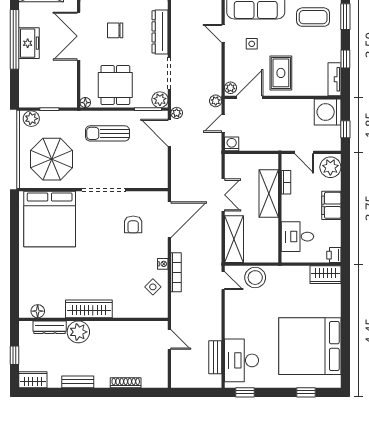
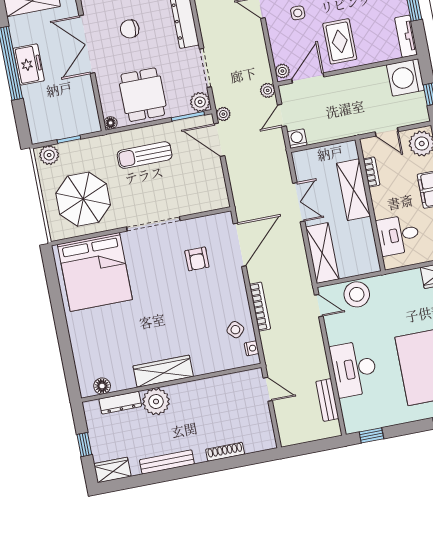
nightstand: (163, 264) -> (252, 348), moved
desk: (242, 360) -> (354, 369), moved
bench: (78, 382) -> (167, 462), width x1.36

